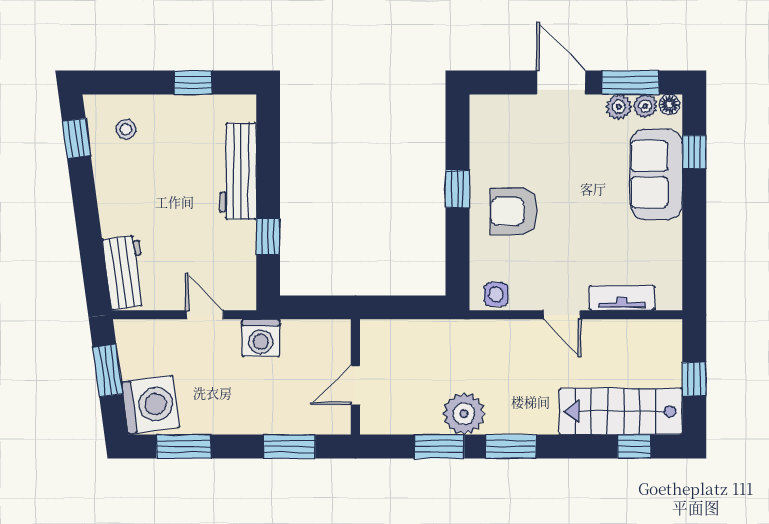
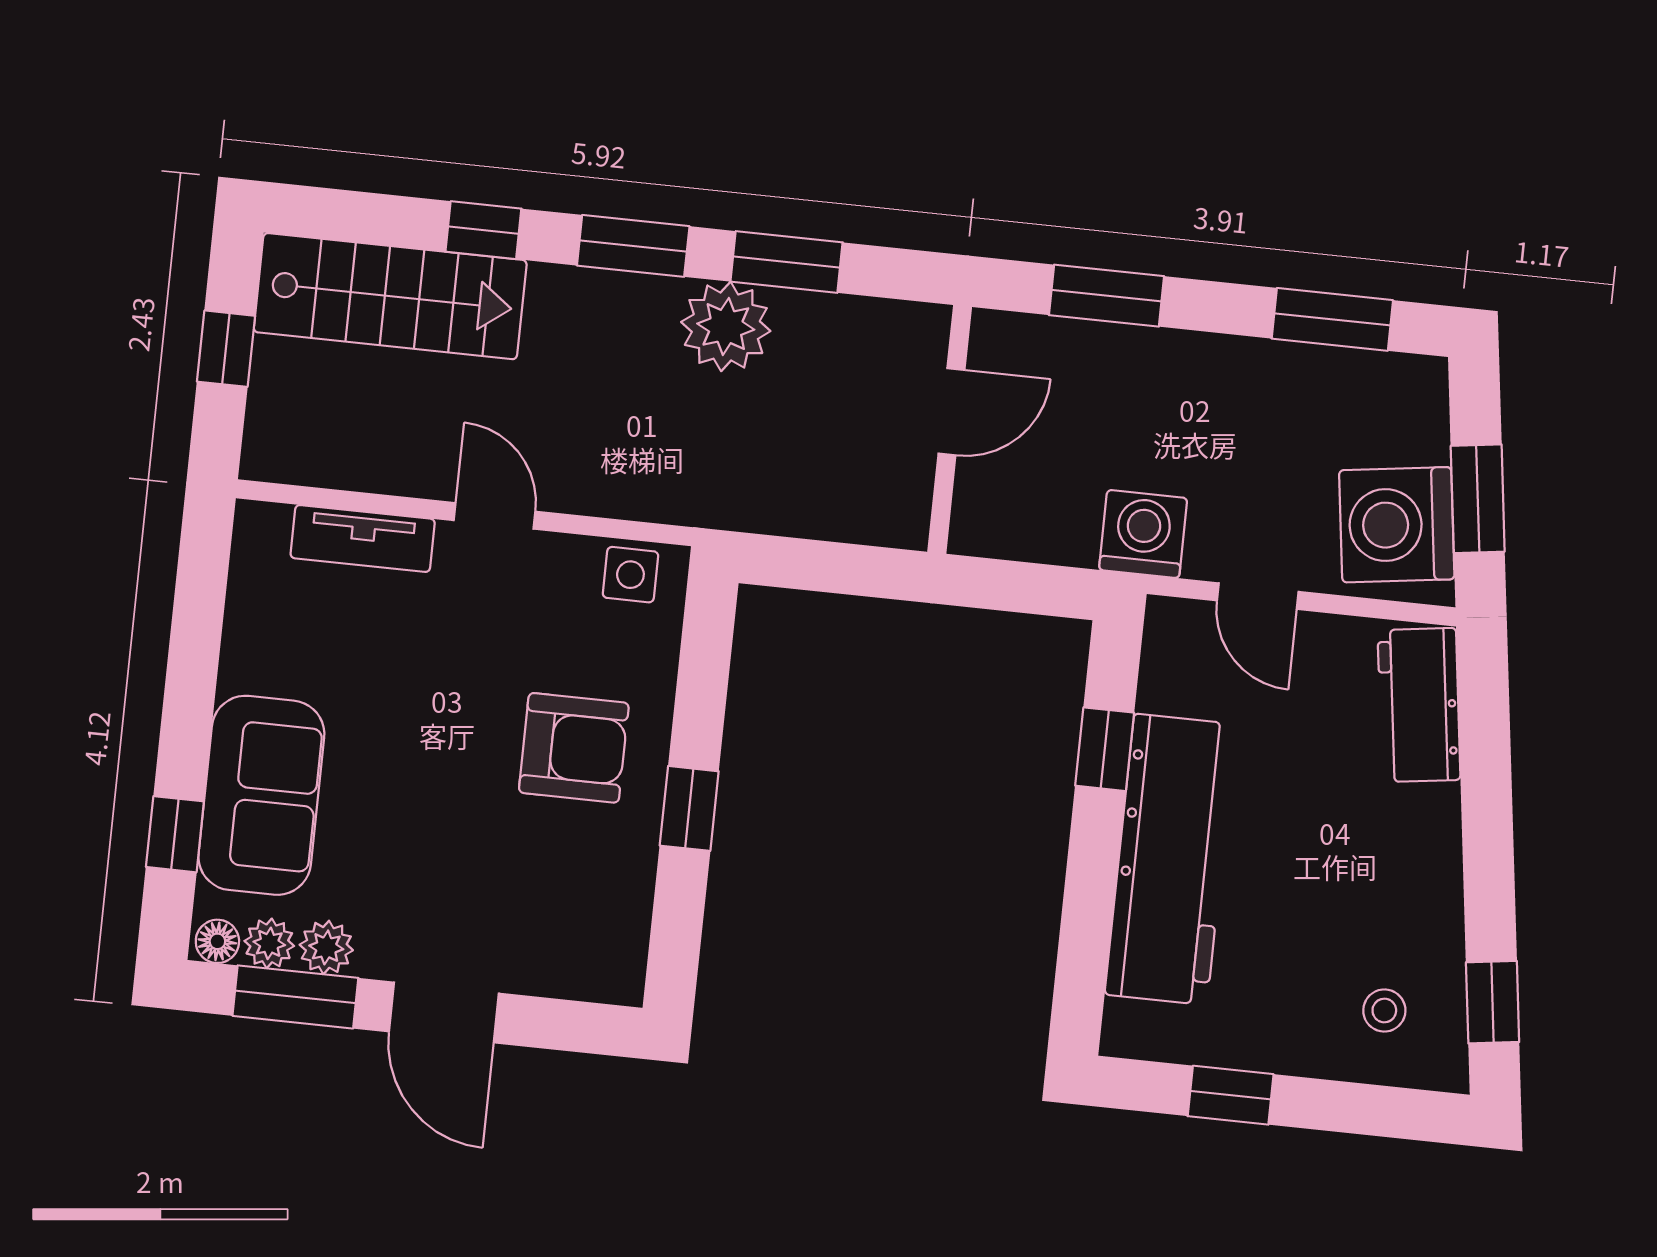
workbench: (238, 171) -> (1170, 859), width x1.36, depth x1.32
washing machine: (151, 405) -> (1397, 525), moved
window: (634, 446) -> (483, 230), moved

